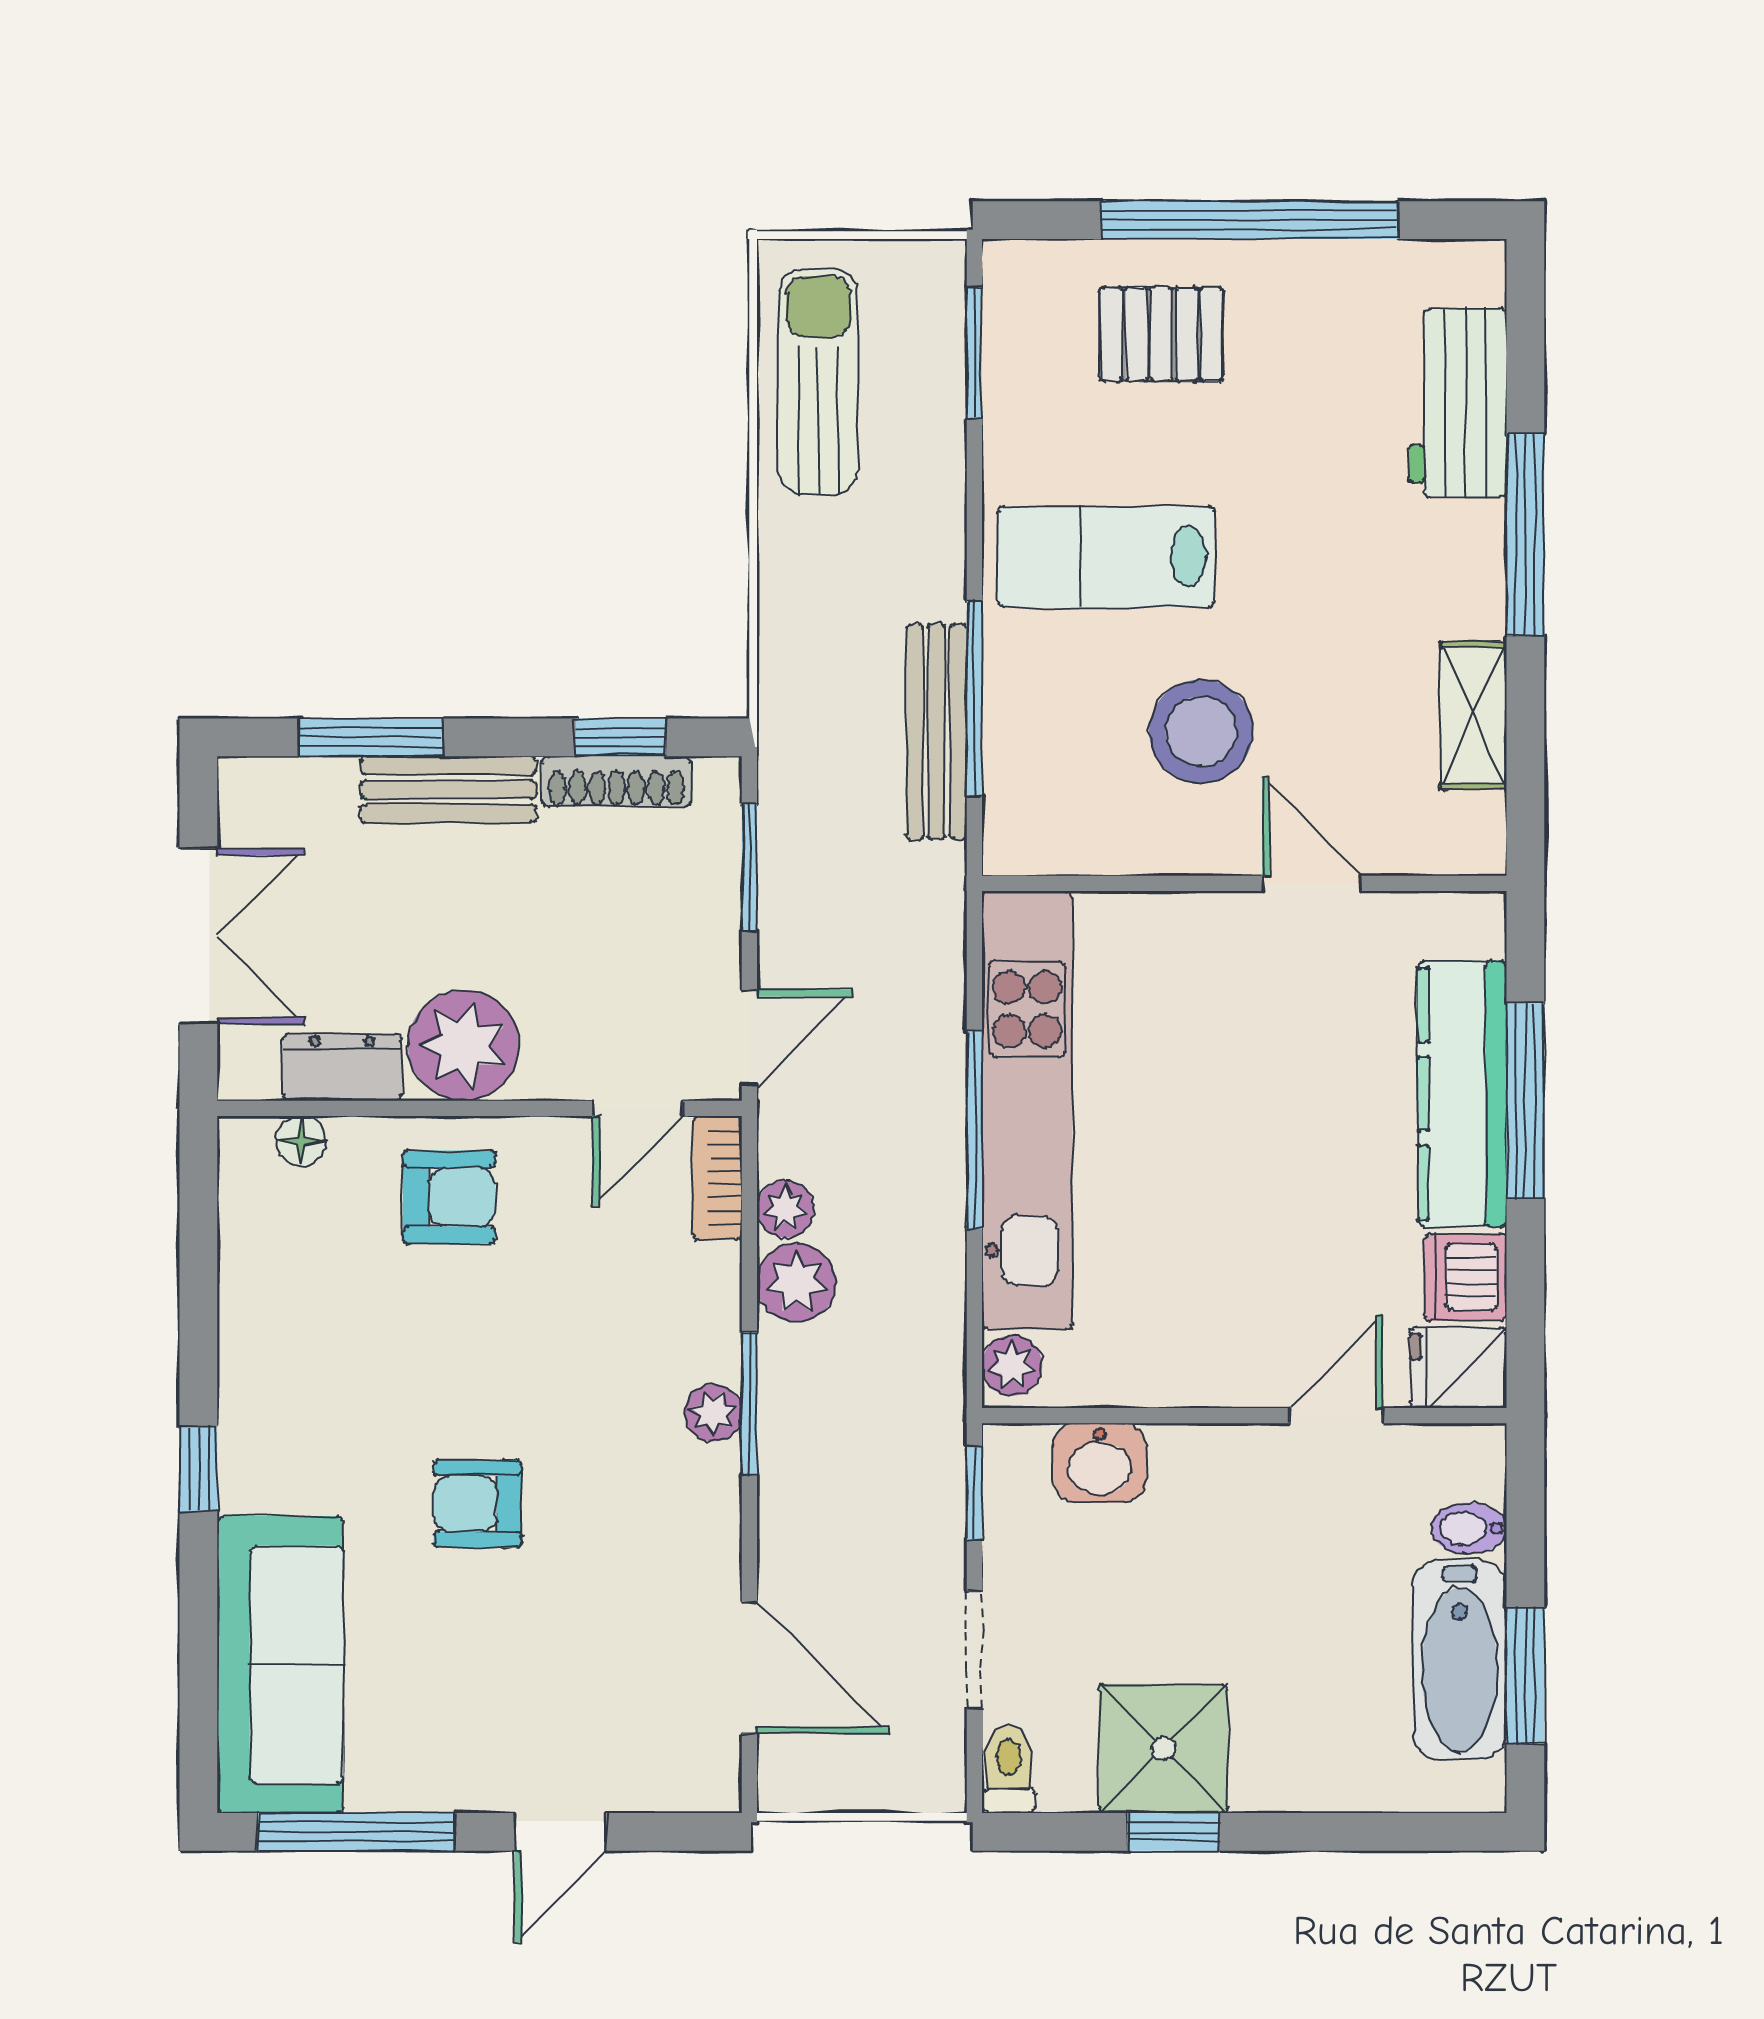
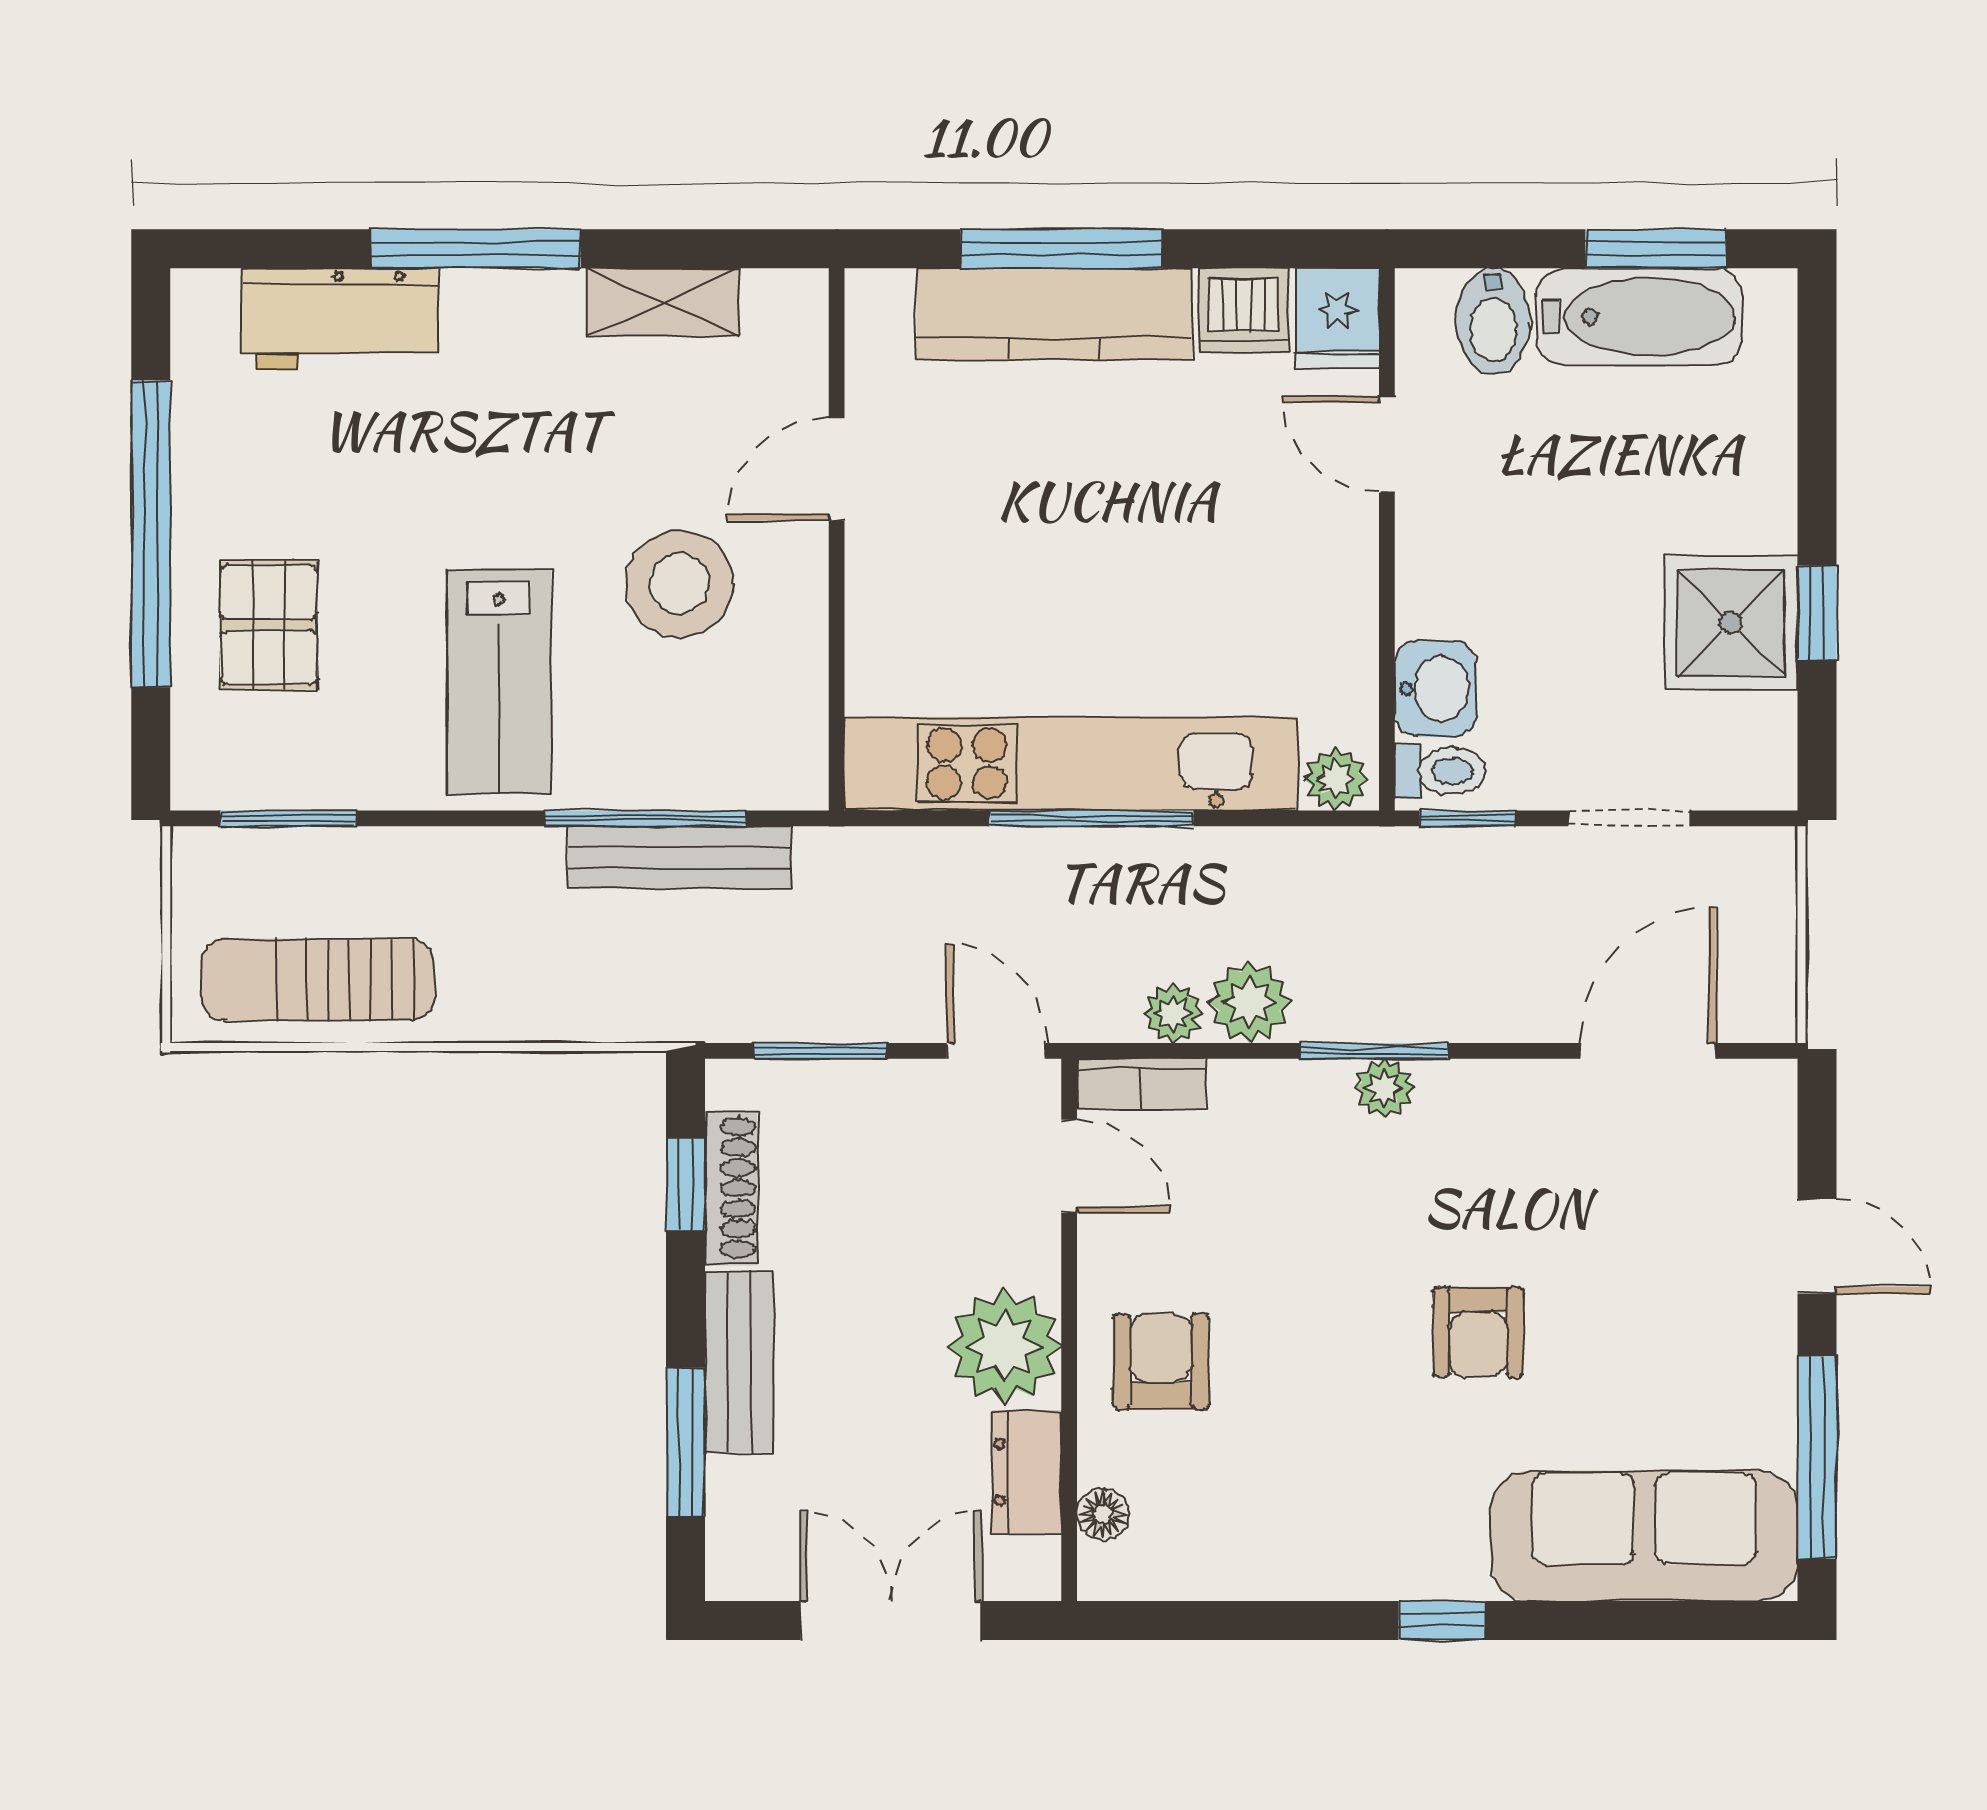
bidet: (1469, 1528) -> (1493, 321), width x1.38, depth x1.36
toilet: (1009, 1769) -> (1440, 771), moved, turned 180

